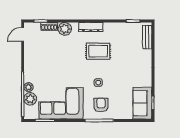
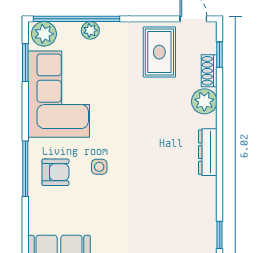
rug: (98, 51) -> (159, 52), moved
plant: (30, 99) -> (44, 34), moved

